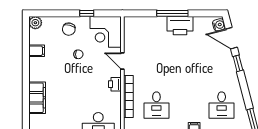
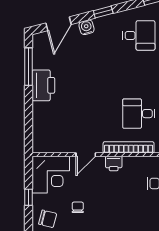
window: (172, 13) -> (29, 67), moved
water cooler: (219, 25) -> (86, 27), moved
window: (238, 63) -> (103, 12), moved
desk: (156, 105) -> (139, 114), turned 180

